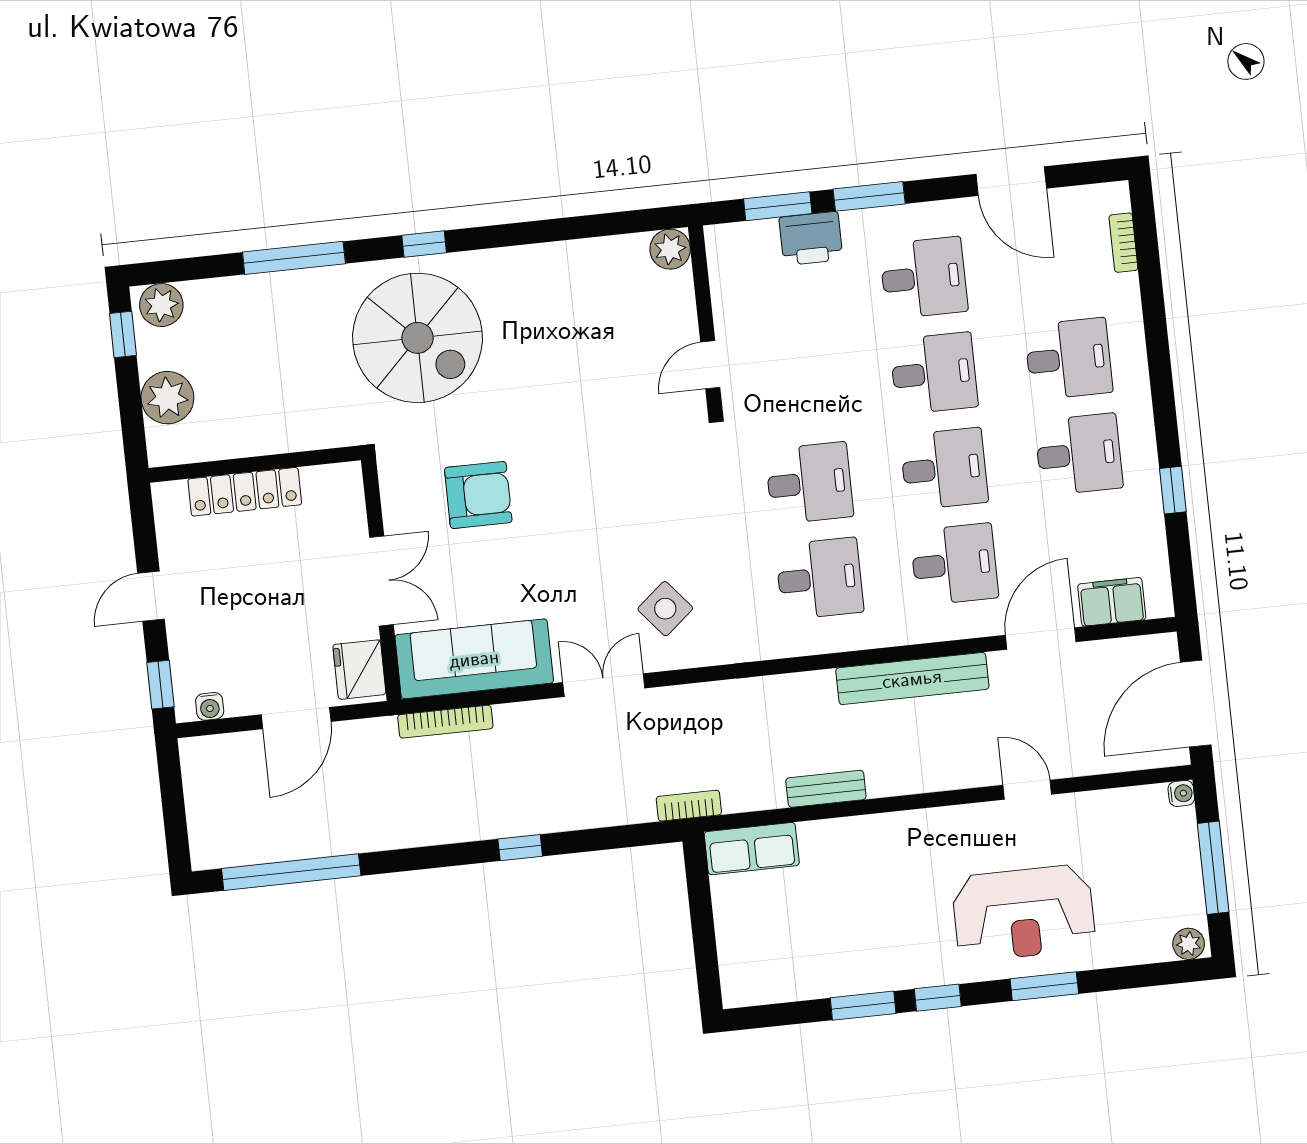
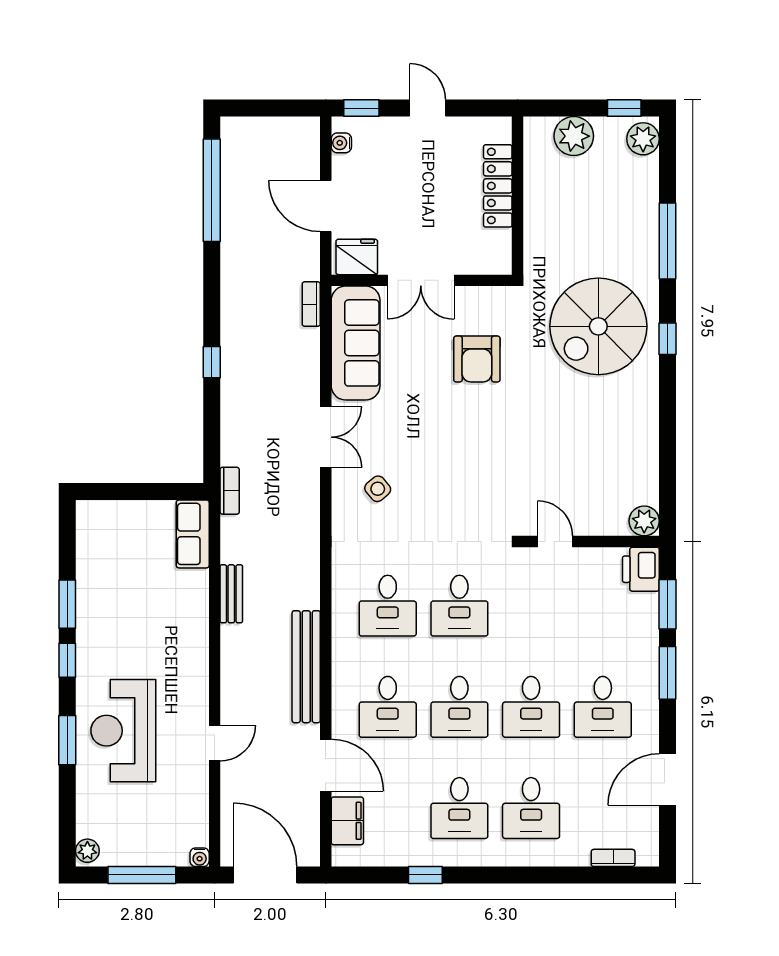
printer: (811, 239) -> (641, 569), moved
side table: (665, 609) -> (378, 489), width x0.73, depth x0.73
bookcase: (445, 722) -> (311, 304), width x0.64

